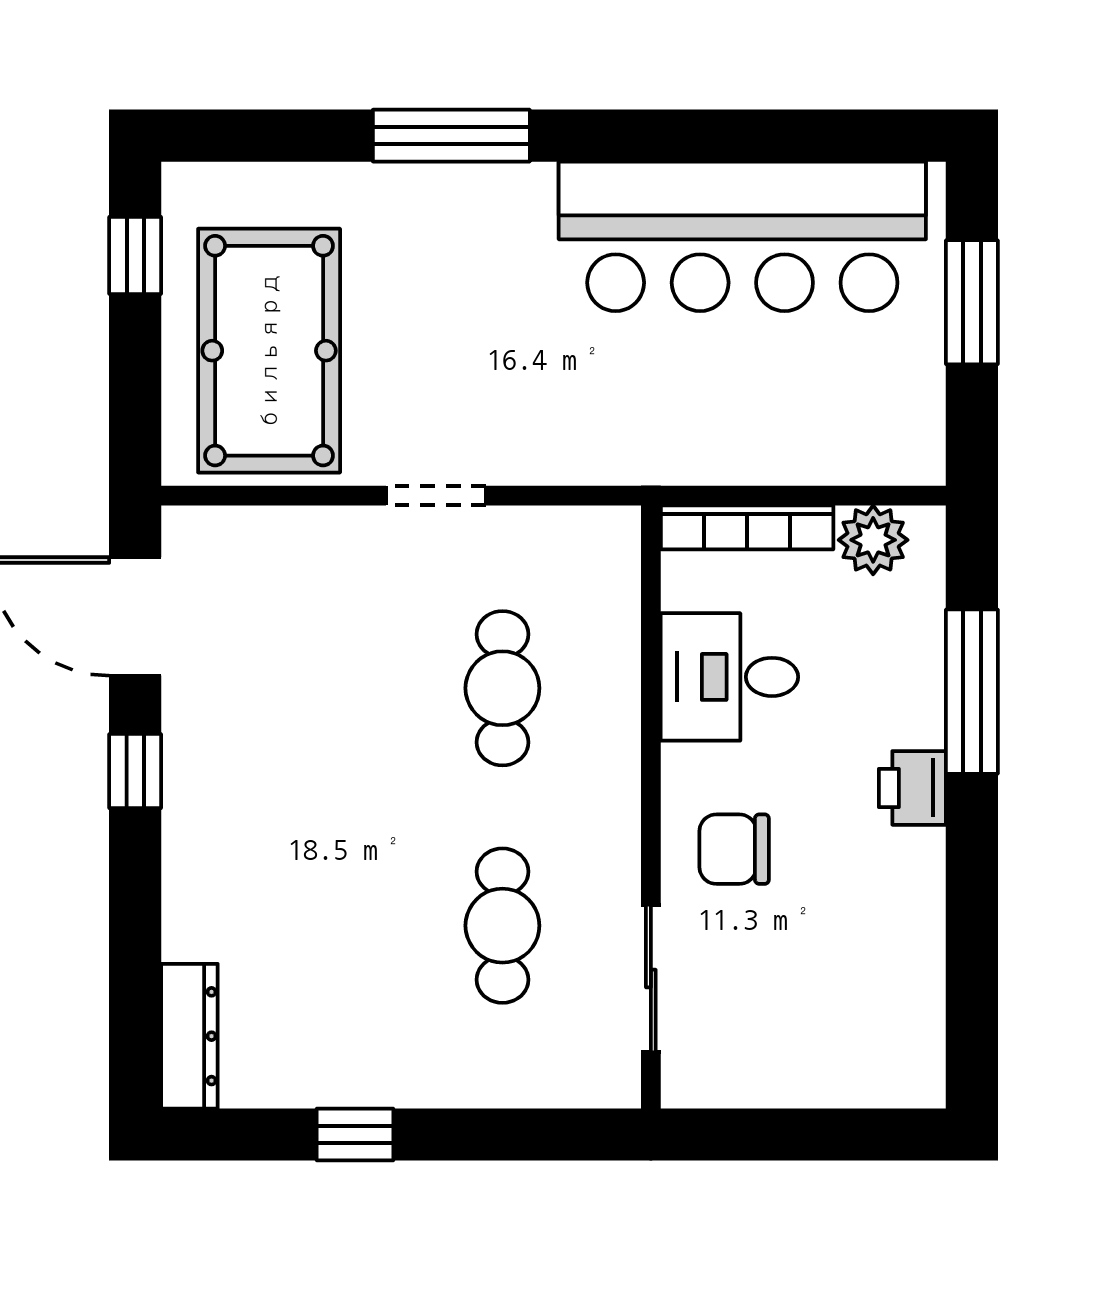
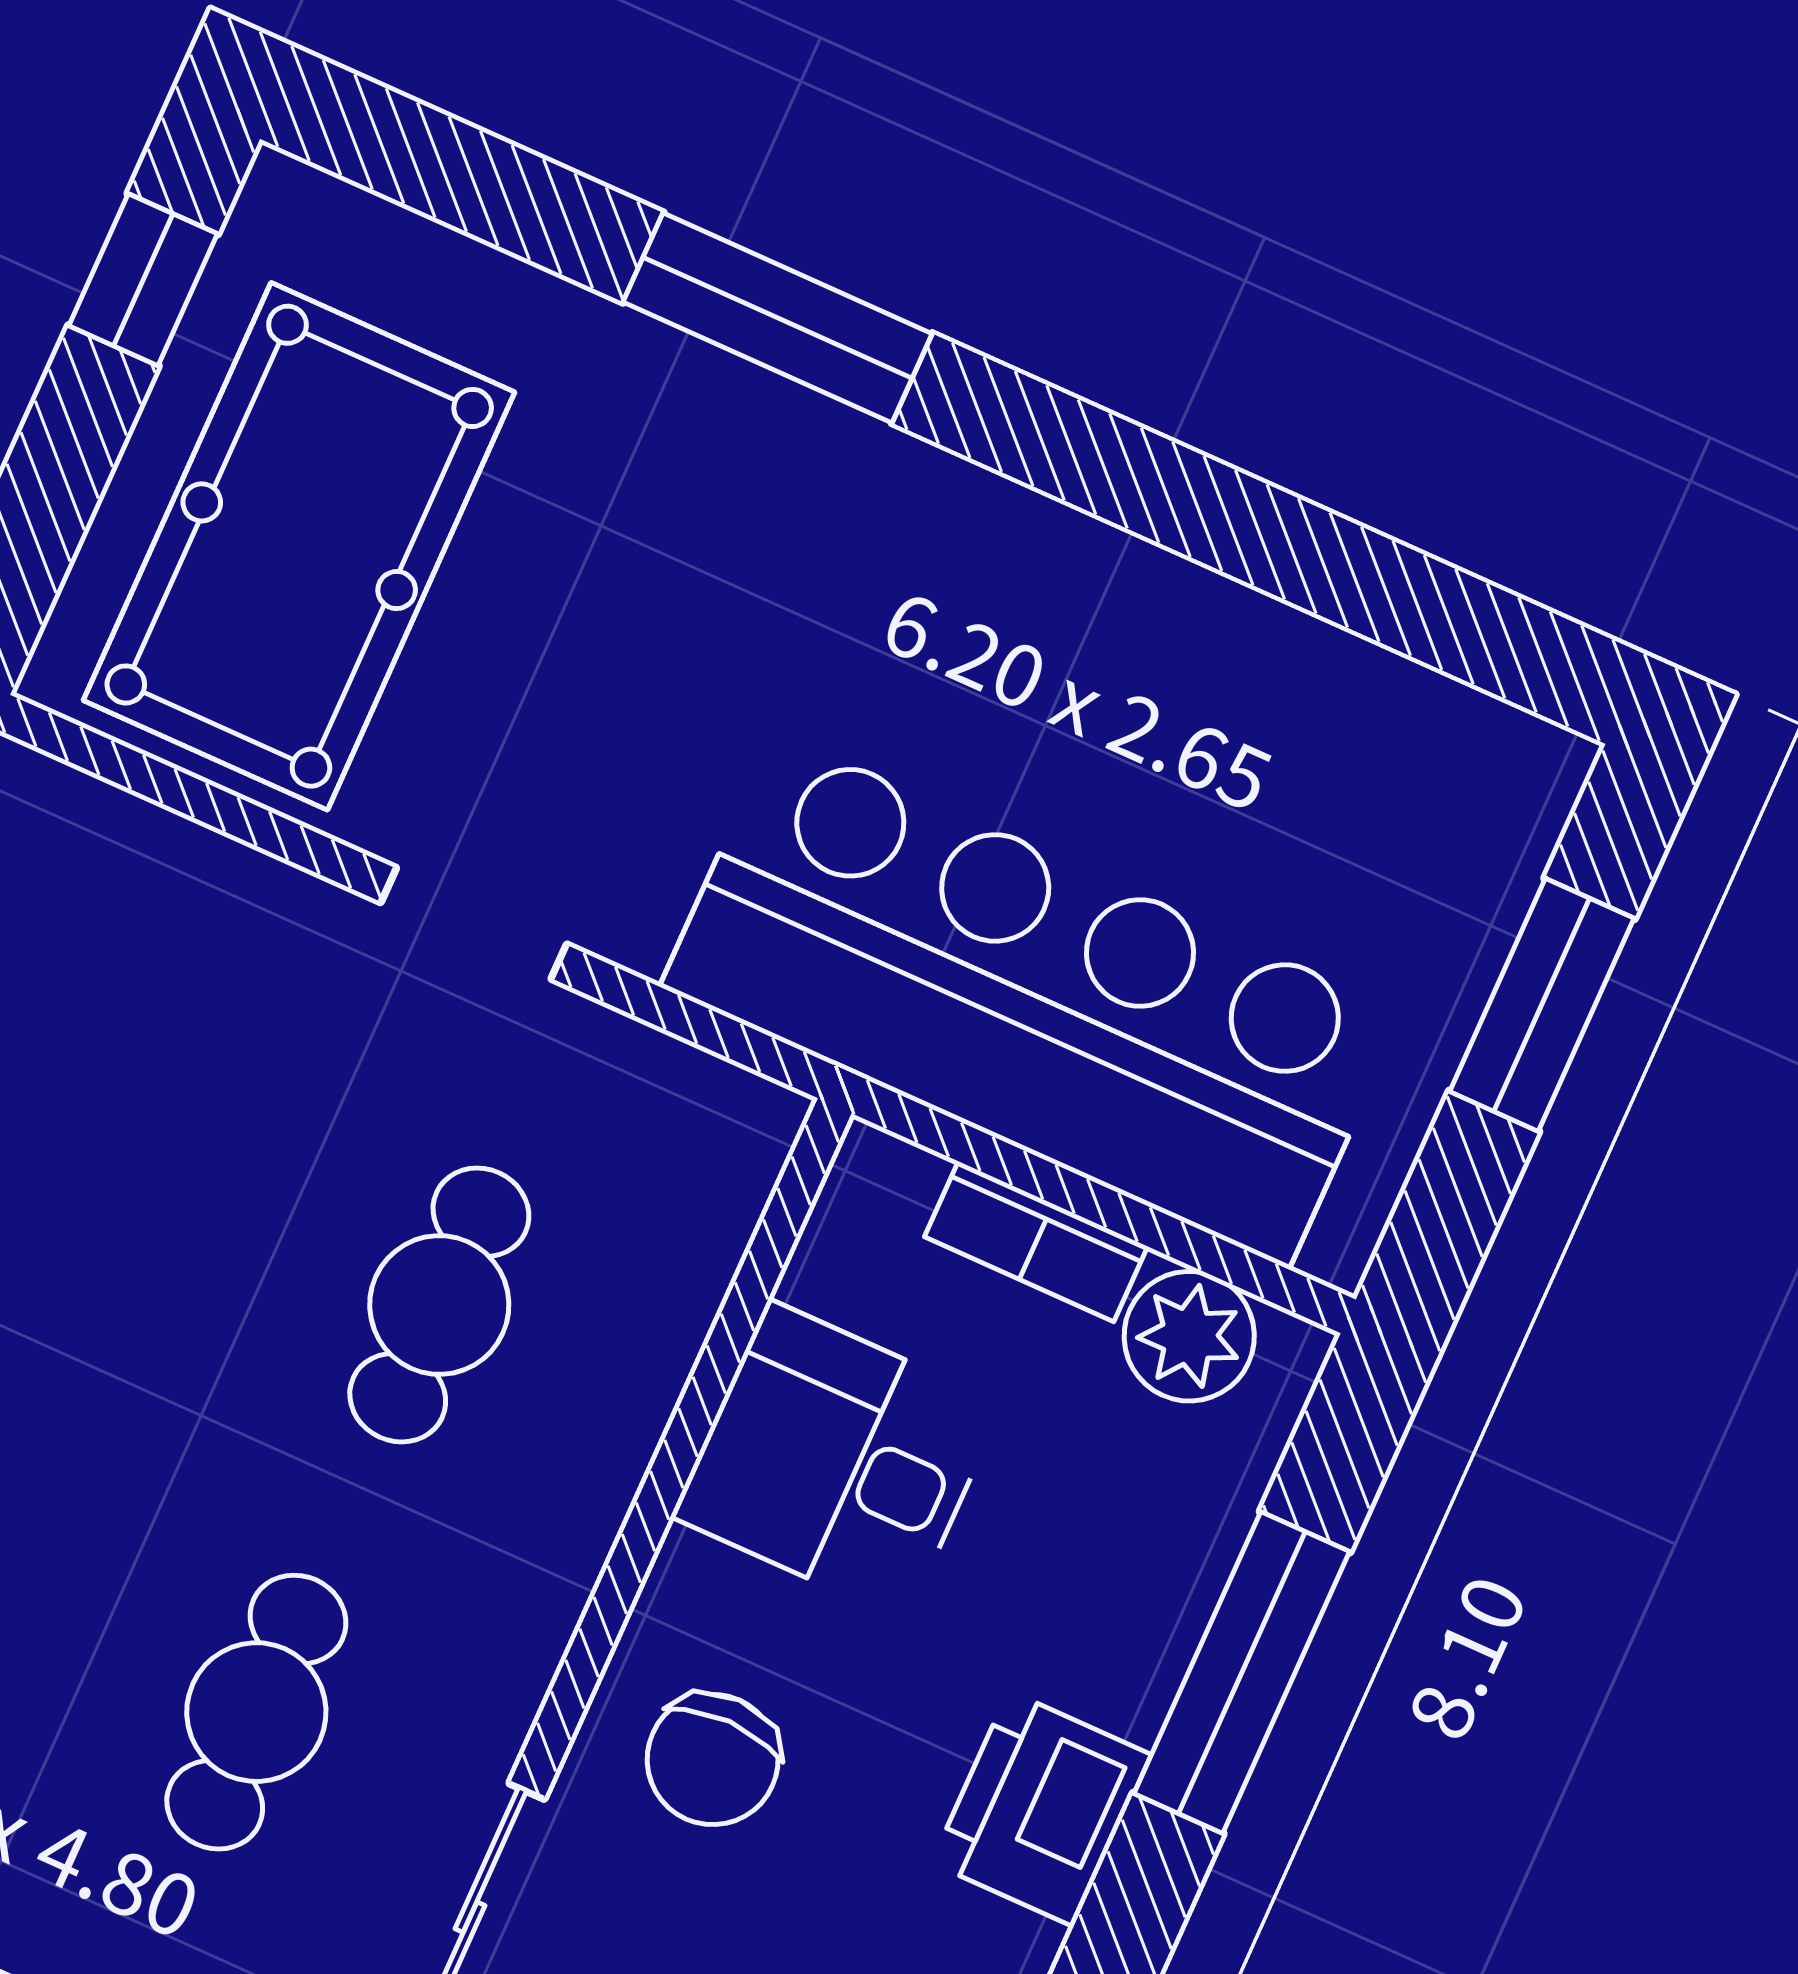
bar counter: (742, 236) -> (1032, 1000), moved, turned 180
bookcase: (747, 527) -> (1036, 1242), width x0.64
printer: (912, 788) -> (1041, 1809), width x1.36, depth x1.24
chair: (734, 849) -> (713, 1759), turned -90

